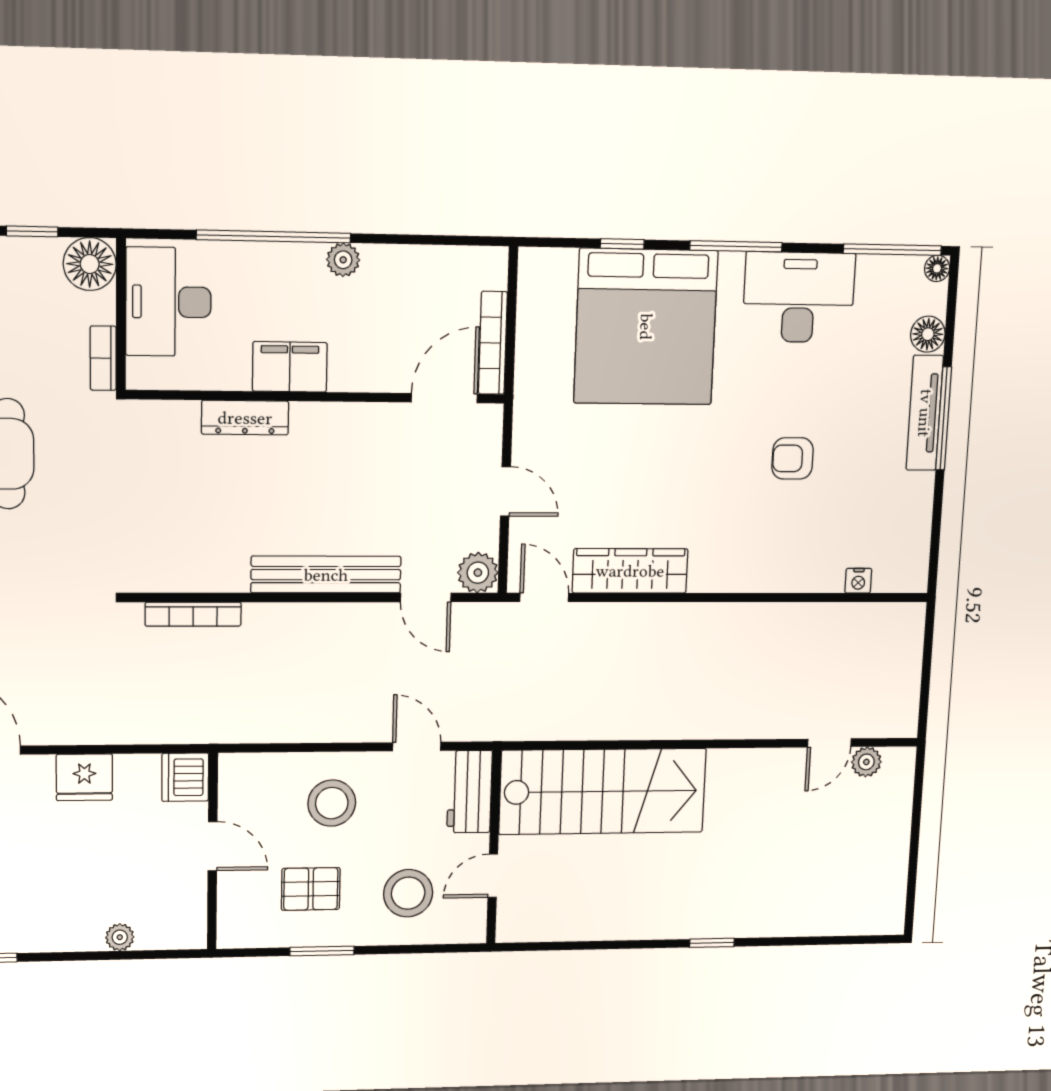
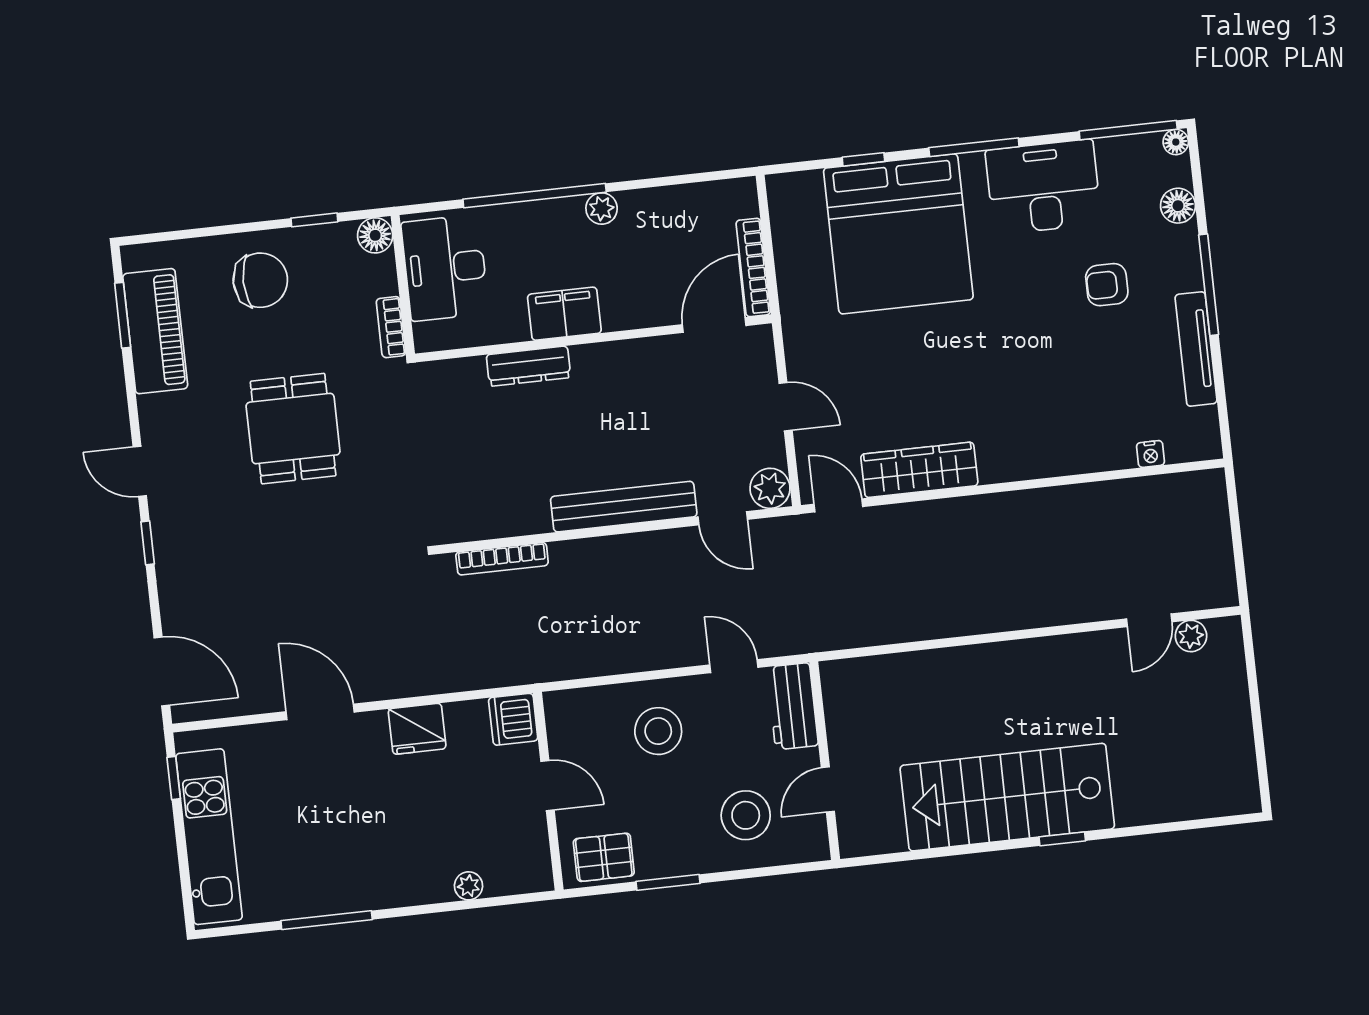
floor lamp: (90, 264) -> (375, 235), width x0.73, depth x0.73
tv unit: (925, 413) -> (1196, 349), moved
armchair: (793, 458) -> (1107, 285), moved
stairs: (603, 791) -> (1007, 797), moved, turned 180
pallet: (311, 889) -> (604, 857), moved

